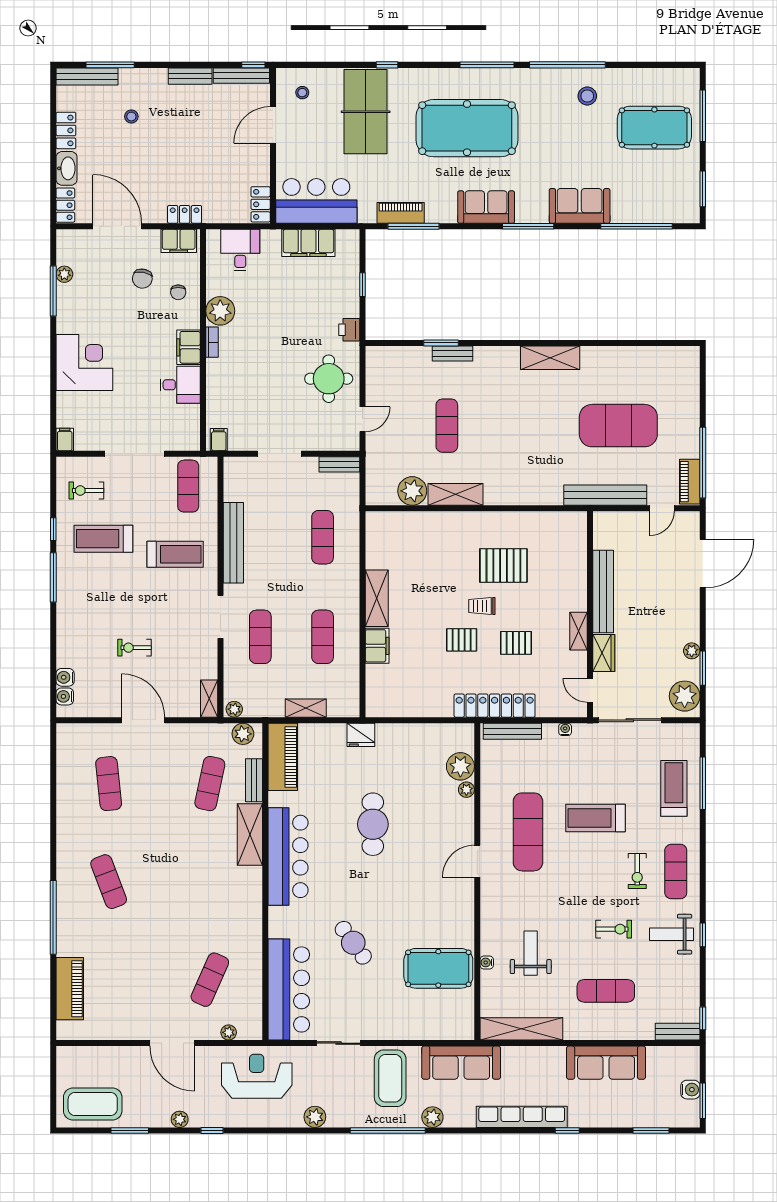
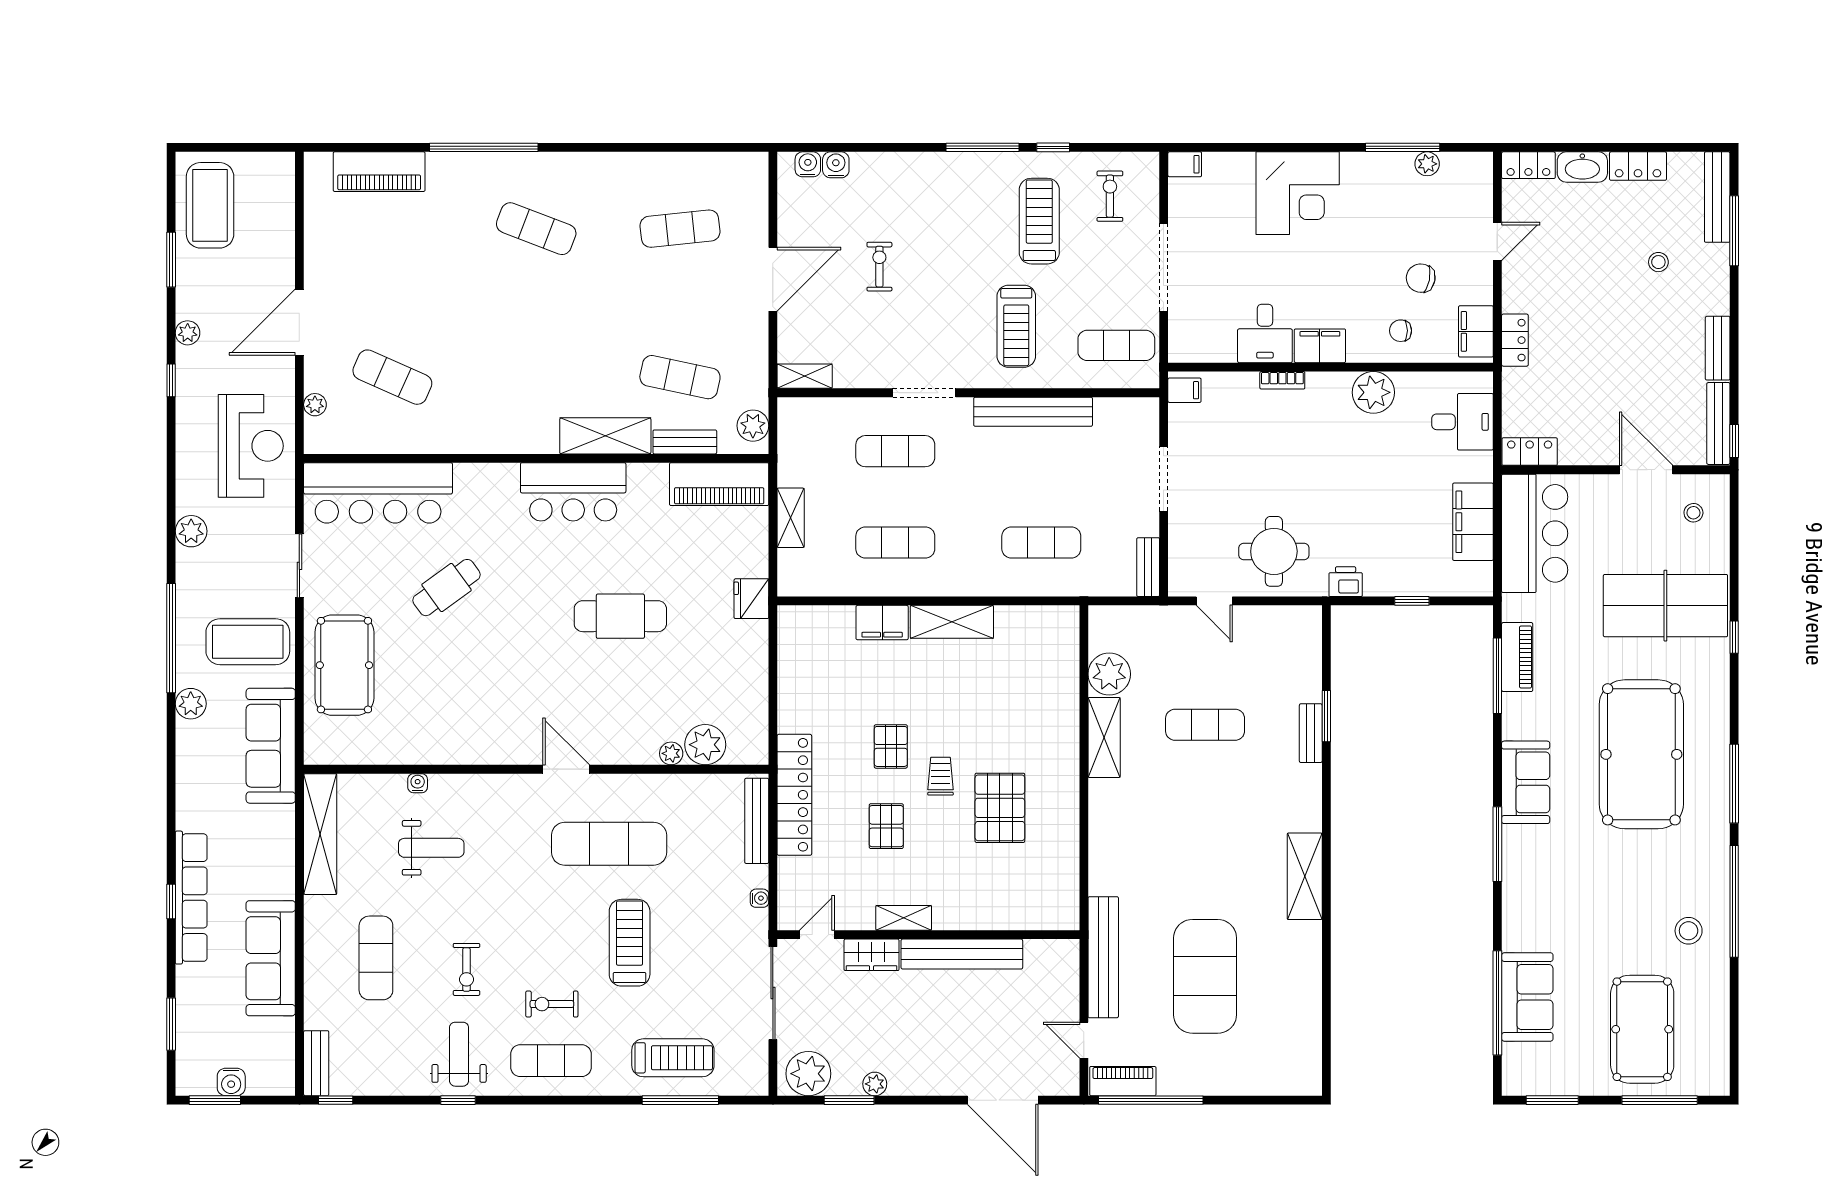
sofa: (580, 206) -> (1527, 997), moved
door: (117, 226) -> (1497, 241), width x0.53
bookcase: (212, 342) -> (1282, 380), moved
plant: (234, 709) -> (789, 413), removed
bar counter: (288, 856) -> (573, 492), width x0.73
exercise mat: (109, 882) -> (536, 229), turned 42
pool table: (438, 968) -> (344, 665), moved
row of seats: (522, 1117) -> (191, 898), moved

